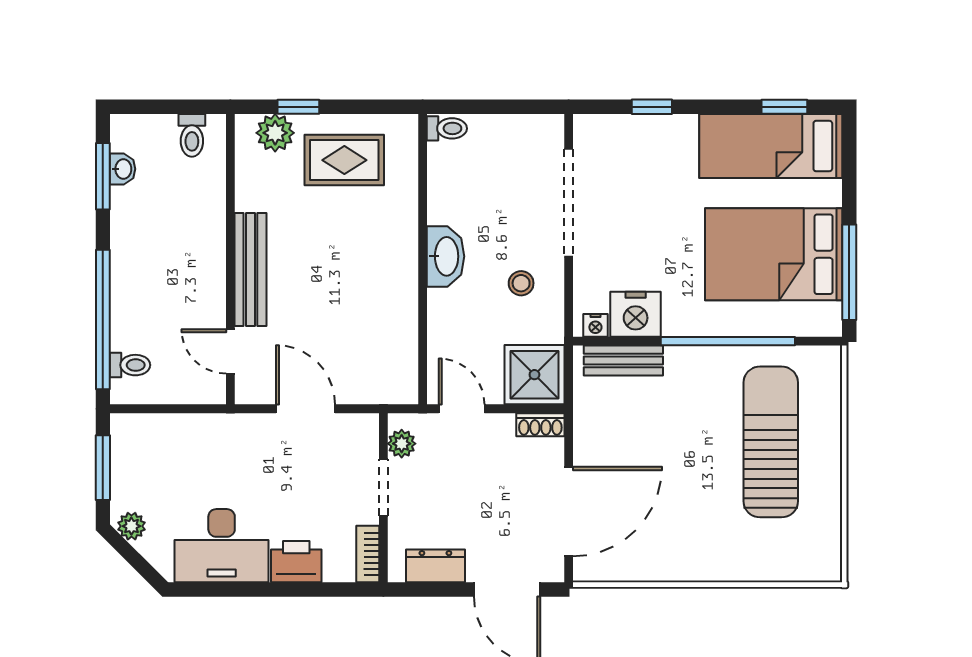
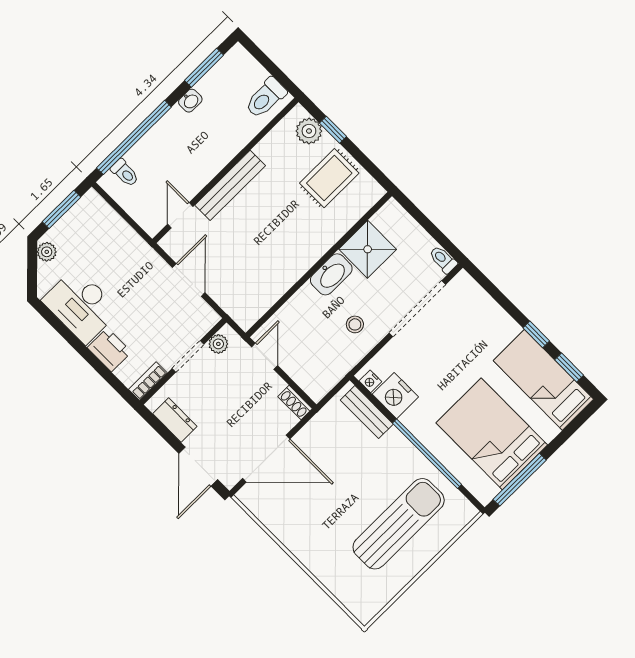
window: (652, 107) -> (536, 334), moved
toilet: (447, 128) -> (443, 260), moved, turned 180
toilet: (192, 135) -> (266, 98), width x1.37, depth x1.39
rug: (344, 160) -> (329, 178), turned 90
washbasin: (123, 169) -> (190, 101), moved
shower: (534, 375) -> (368, 249), moved

